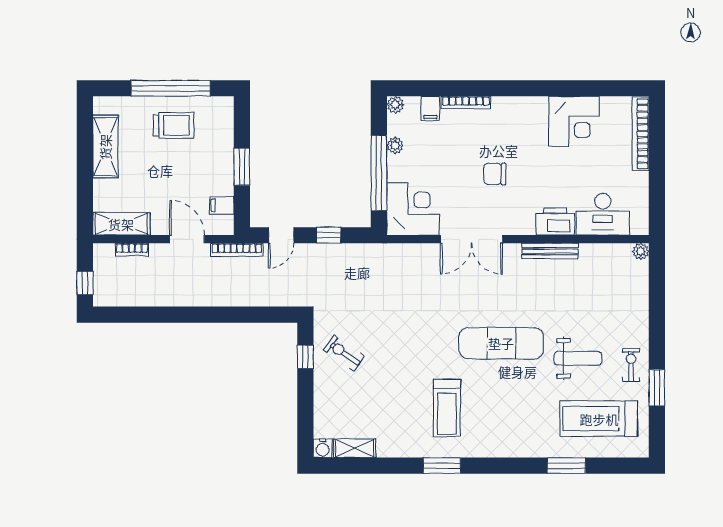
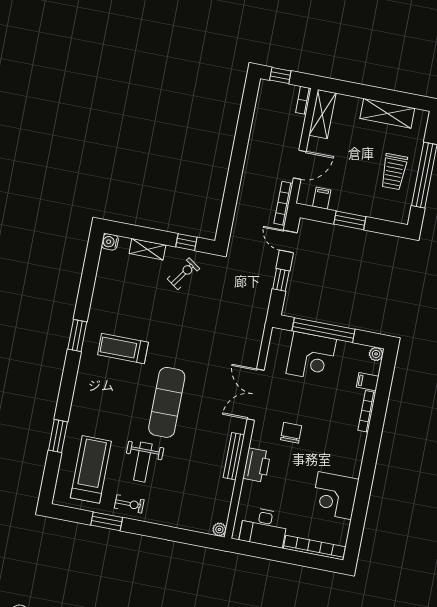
plant: (395, 145) -> (343, 347), removed
chair: (495, 174) -> (291, 433), moved
corner desk: (413, 209) -> (311, 356), moved
desk: (603, 214) -> (264, 527), moved, turned -90
bookcase: (132, 250) -> (303, 100), moved
shelving: (355, 448) -> (147, 249), moved, turned 90

